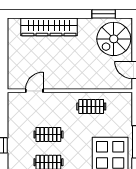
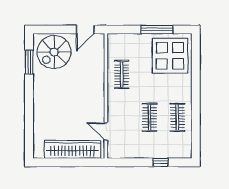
wardrobe: (49, 27) -> (73, 149), moved, turned -90
spiral stairs: (114, 39) -> (54, 52), turned 90

